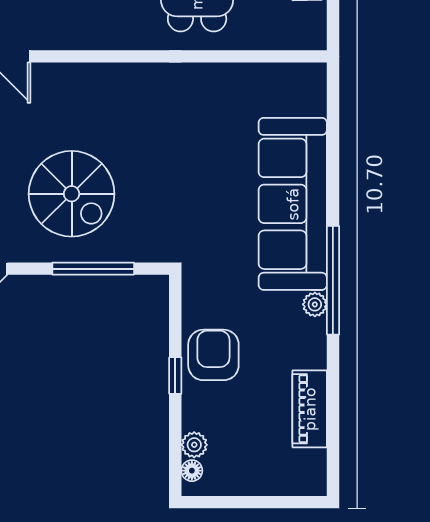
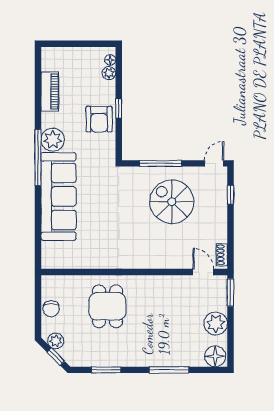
plant: (315, 304) -> (53, 140), width x1.88, depth x1.88

